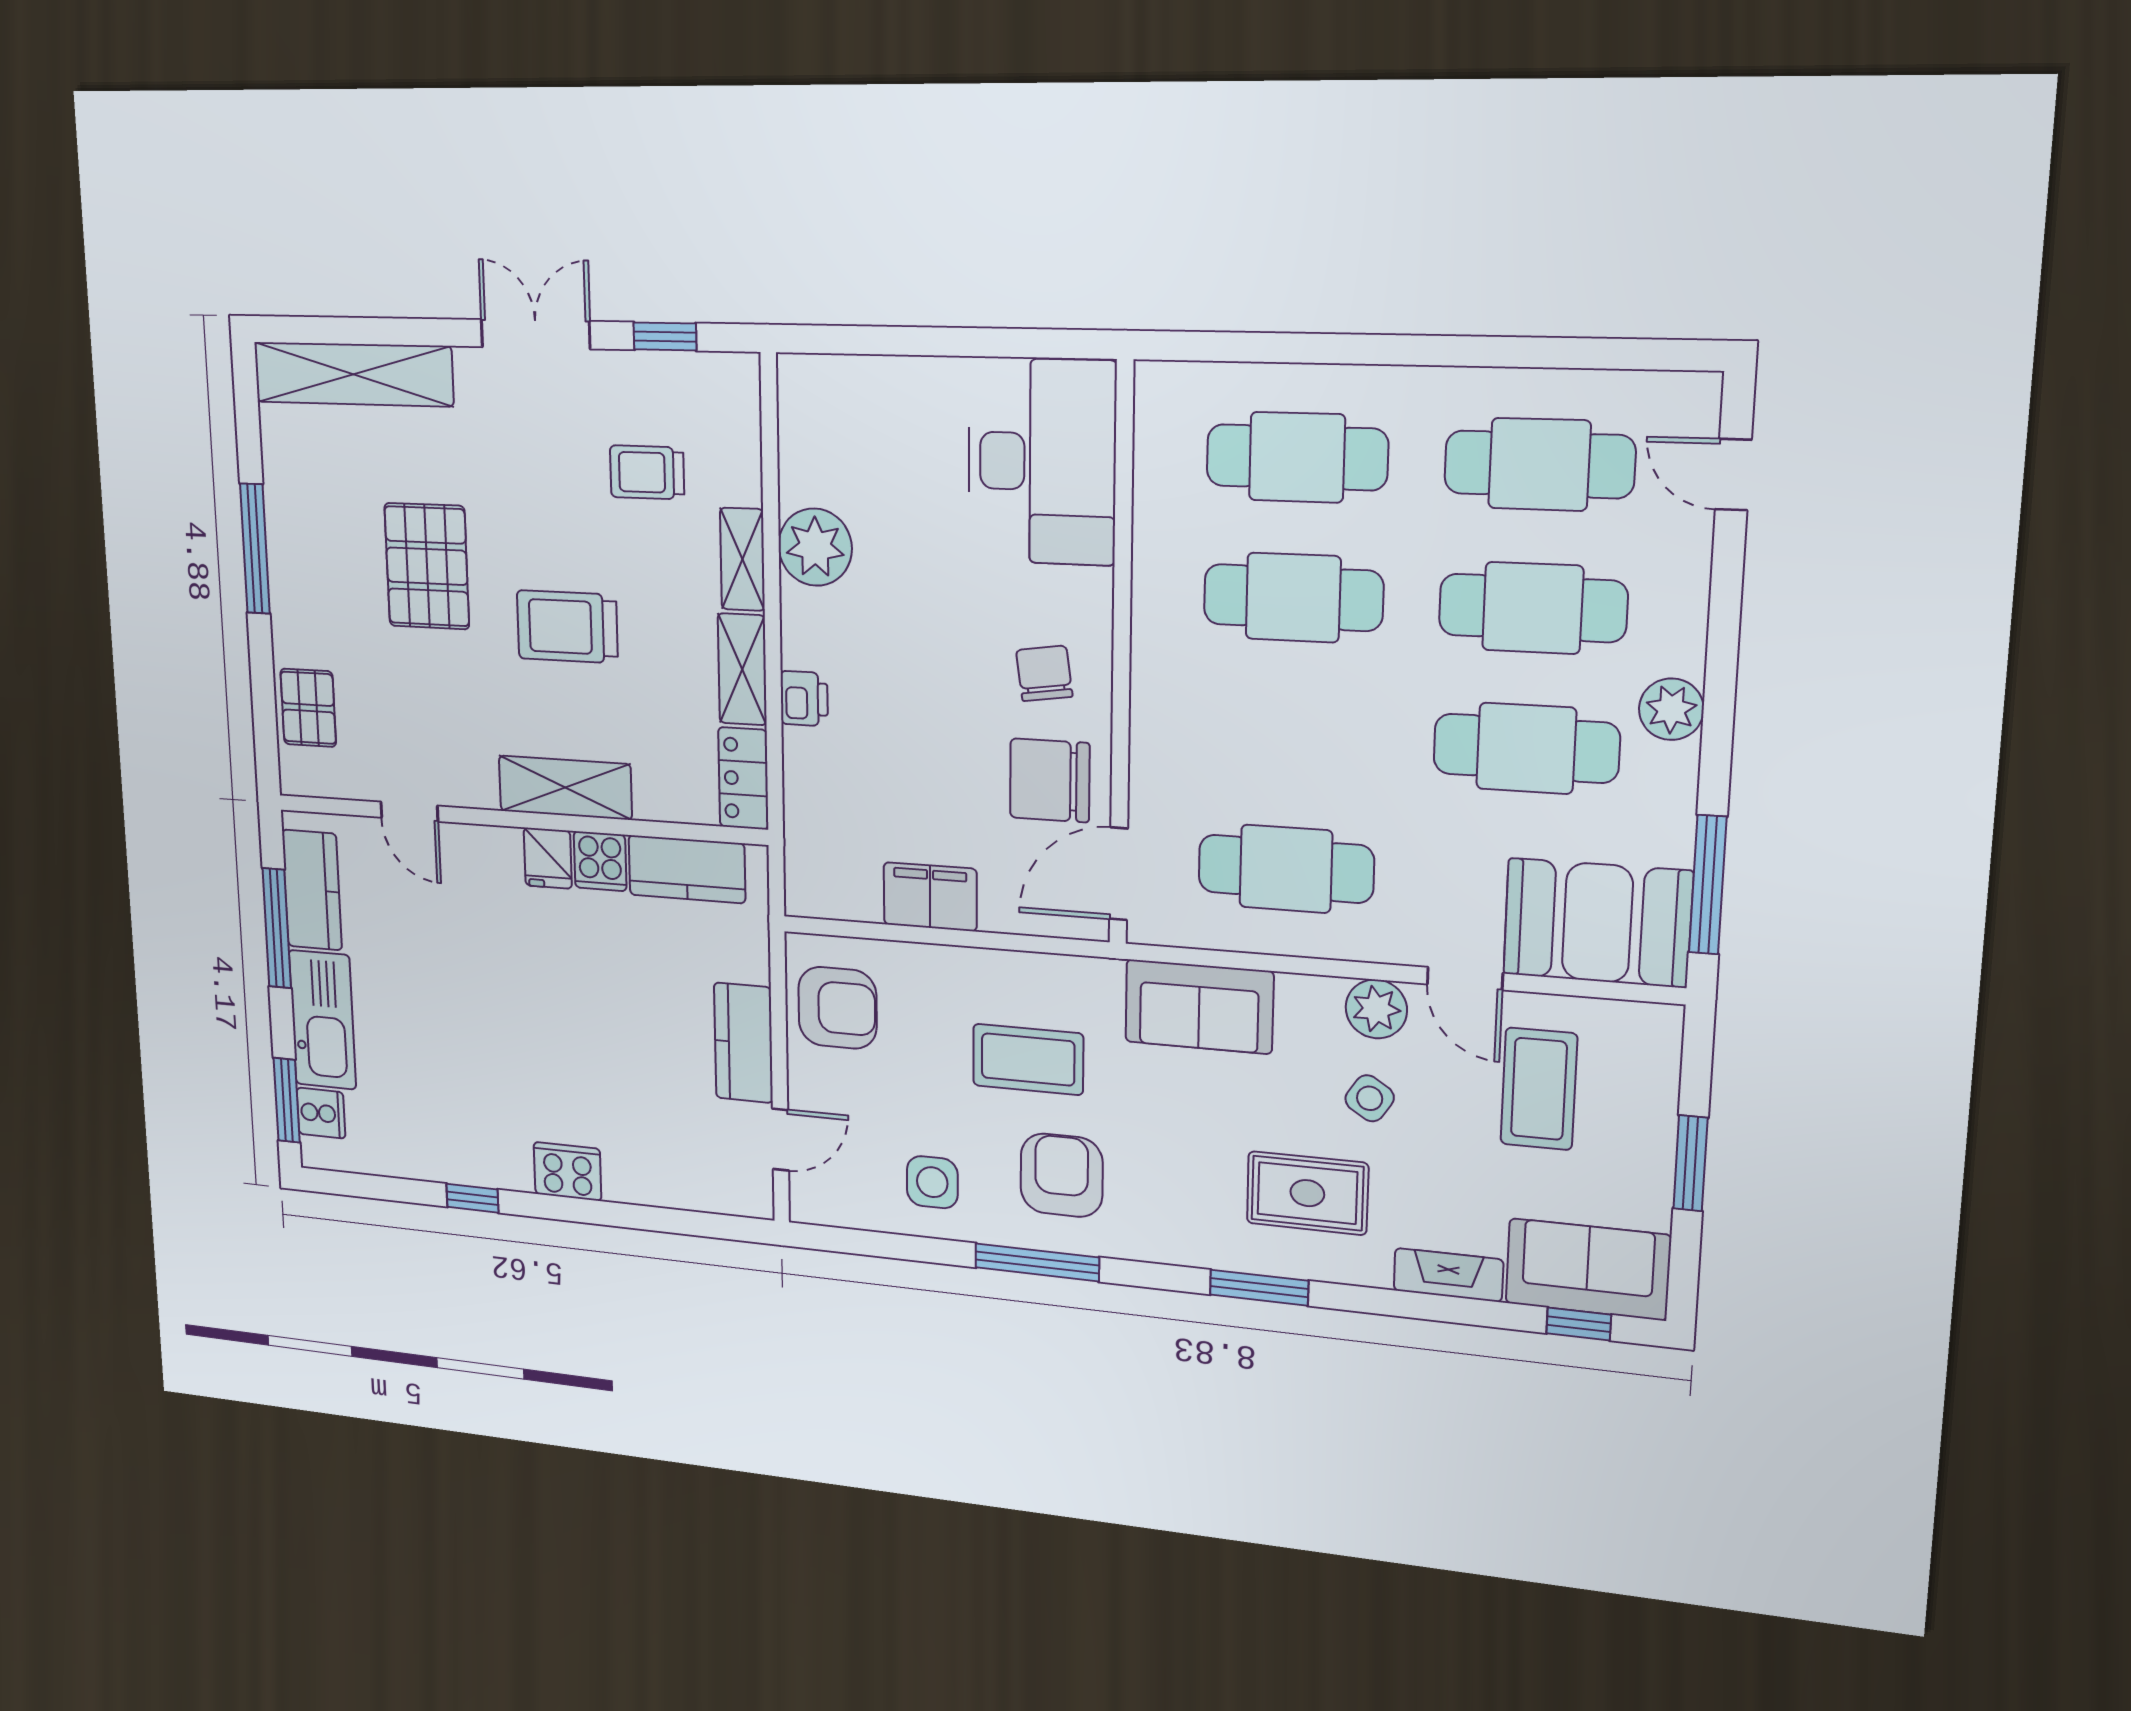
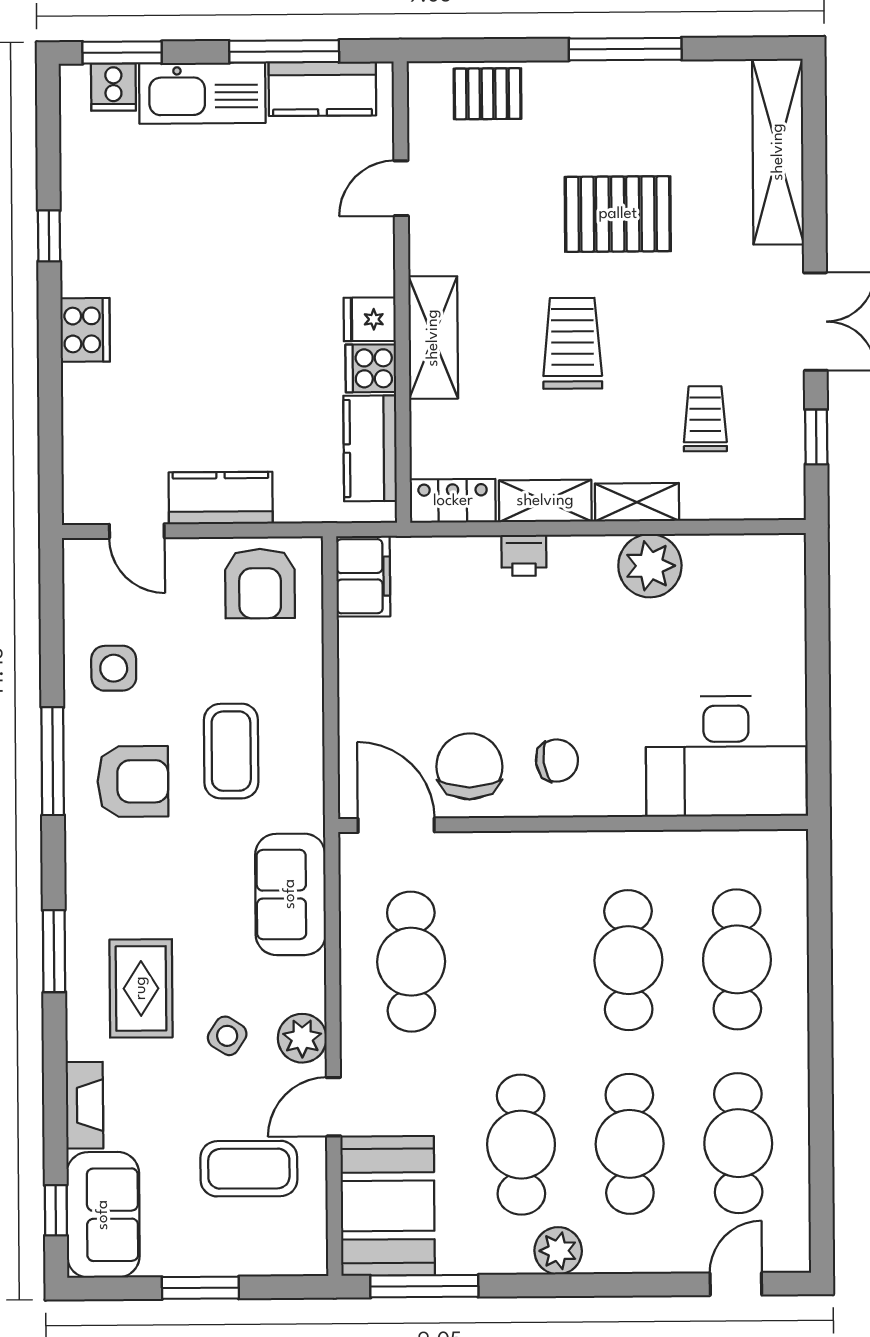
filing cabinet: (930, 897) -> (363, 576), moved

